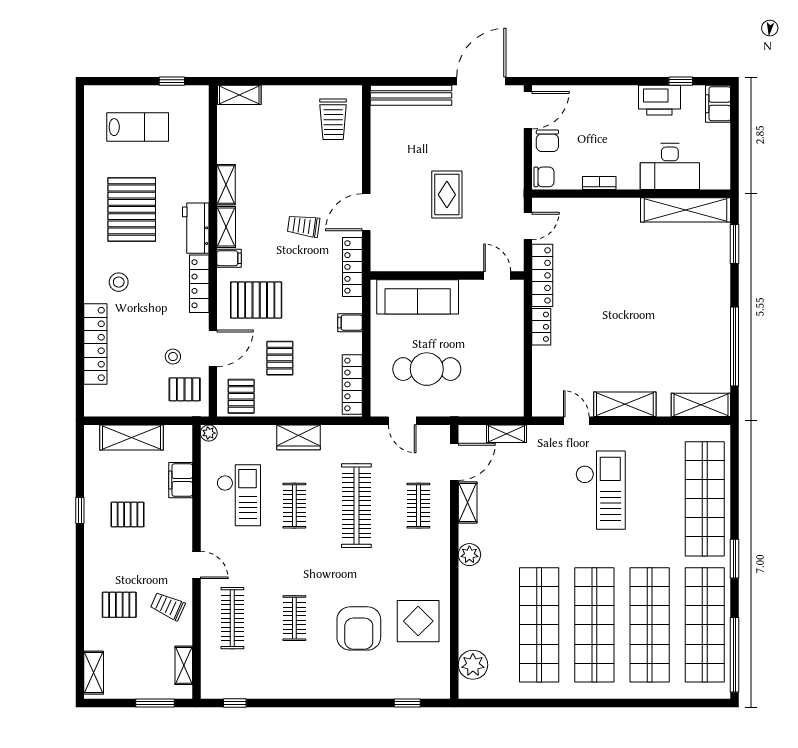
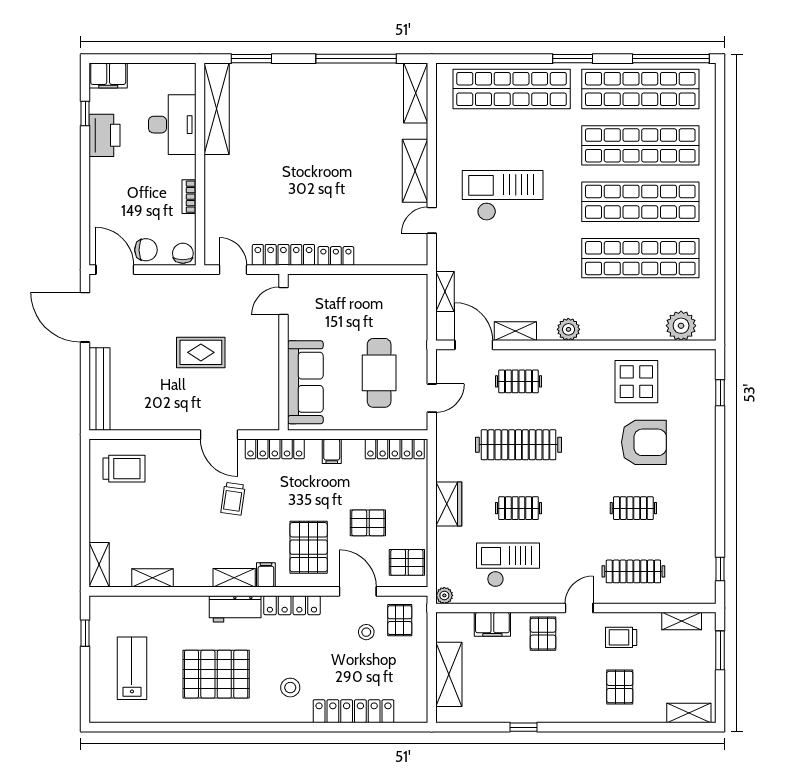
shelving: (226, 185) -> (152, 578), moved
pallet: (127, 515) -> (543, 634), moved
trolley: (168, 606) -> (621, 637), turned 66

